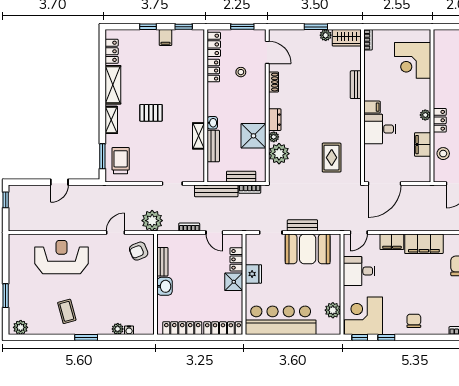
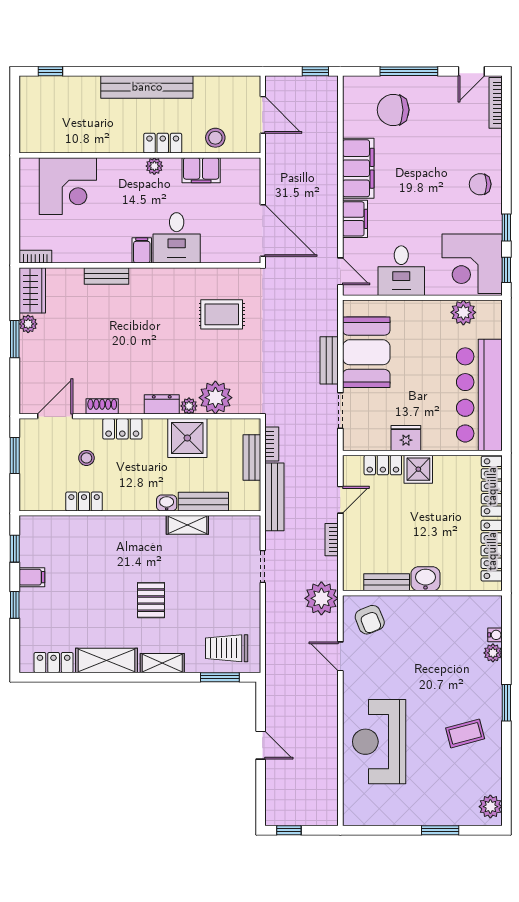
locker: (214, 44) -> (122, 429), moved, turned 180

